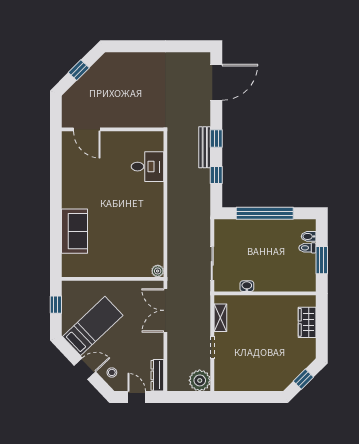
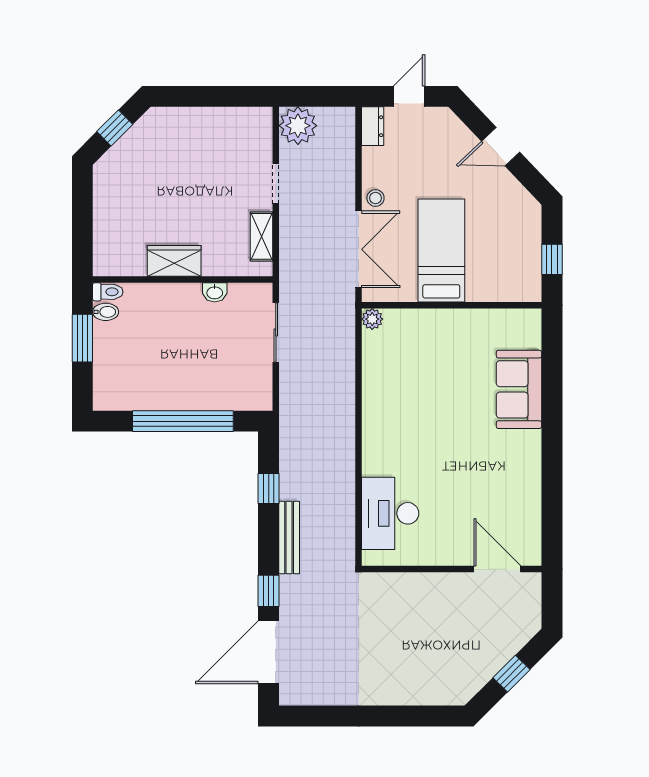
window: (216, 138) -> (269, 591), moved
desk: (147, 167) -> (390, 513), width x1.37
bidet: (309, 236) -> (106, 312), moved
toilet: (307, 248) -> (108, 292), moved
wardrobe: (307, 322) -> (174, 261), moved, turned -90
bed: (93, 326) -> (441, 251), moved, turned 134
stool: (112, 372) -> (376, 198), moved
dresser: (157, 375) -> (373, 126), width x0.70
door: (137, 397) -> (409, 96), swing flipped

